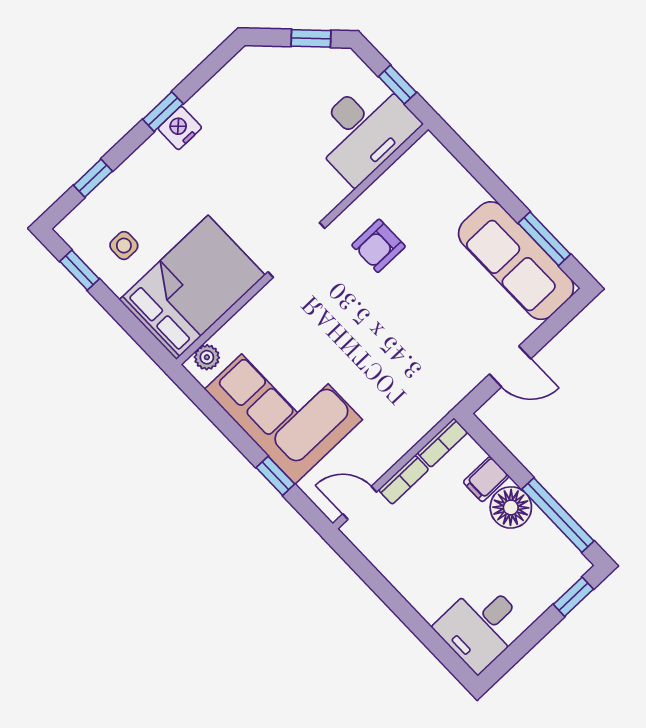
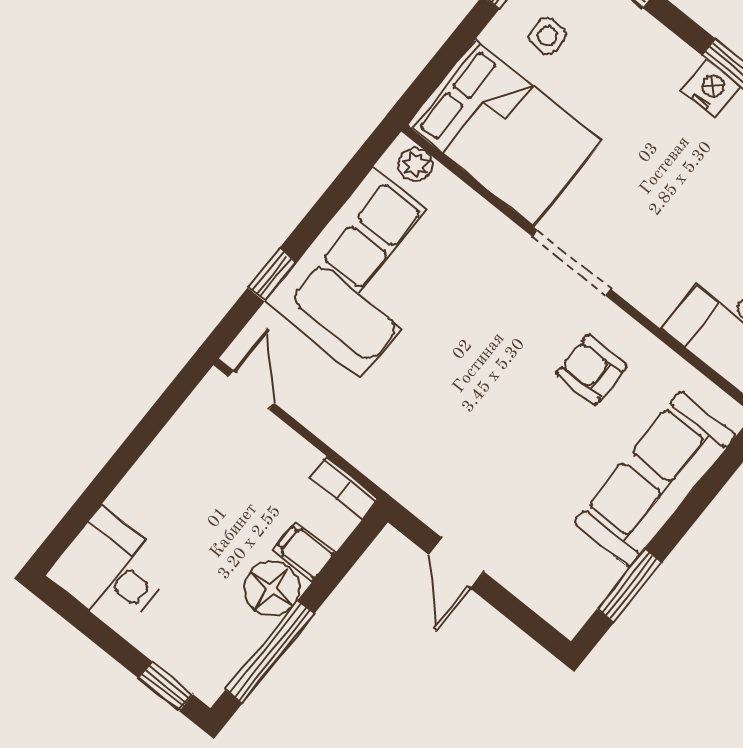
sofa: (516, 261) -> (655, 479), moved
bookcase: (404, 480) -> (289, 443), removed

